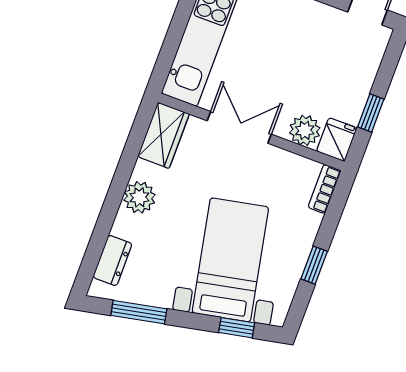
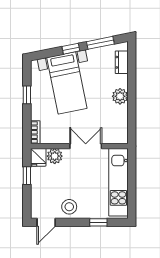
stool: (313, 24) -> (69, 207), added
double door: (239, 127) -> (86, 146), swing flipped
wardrobe: (163, 135) -> (120, 129), removed
window: (237, 328) -> (71, 49), moved

